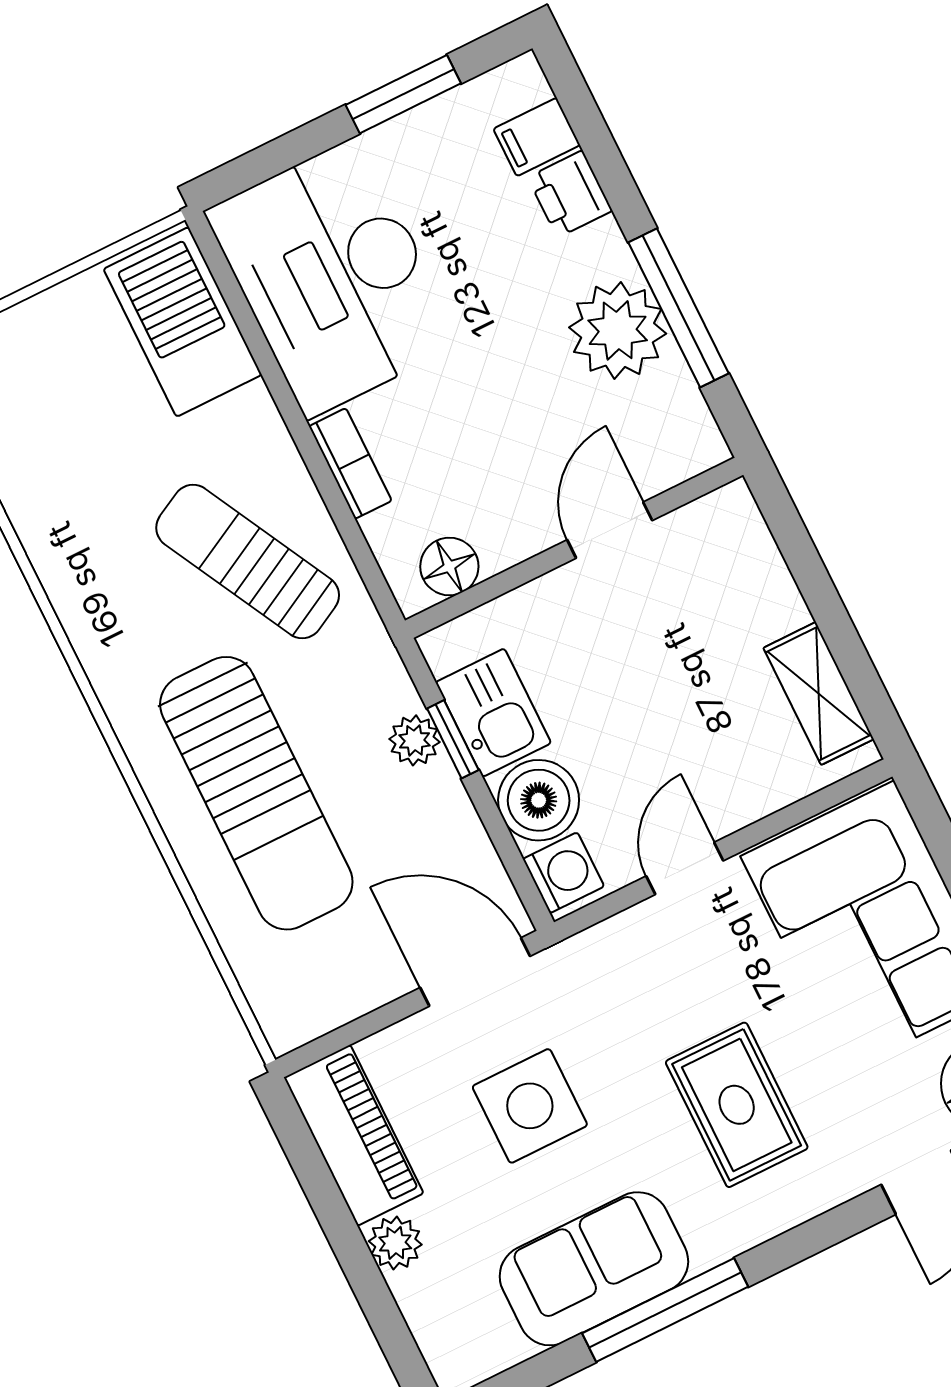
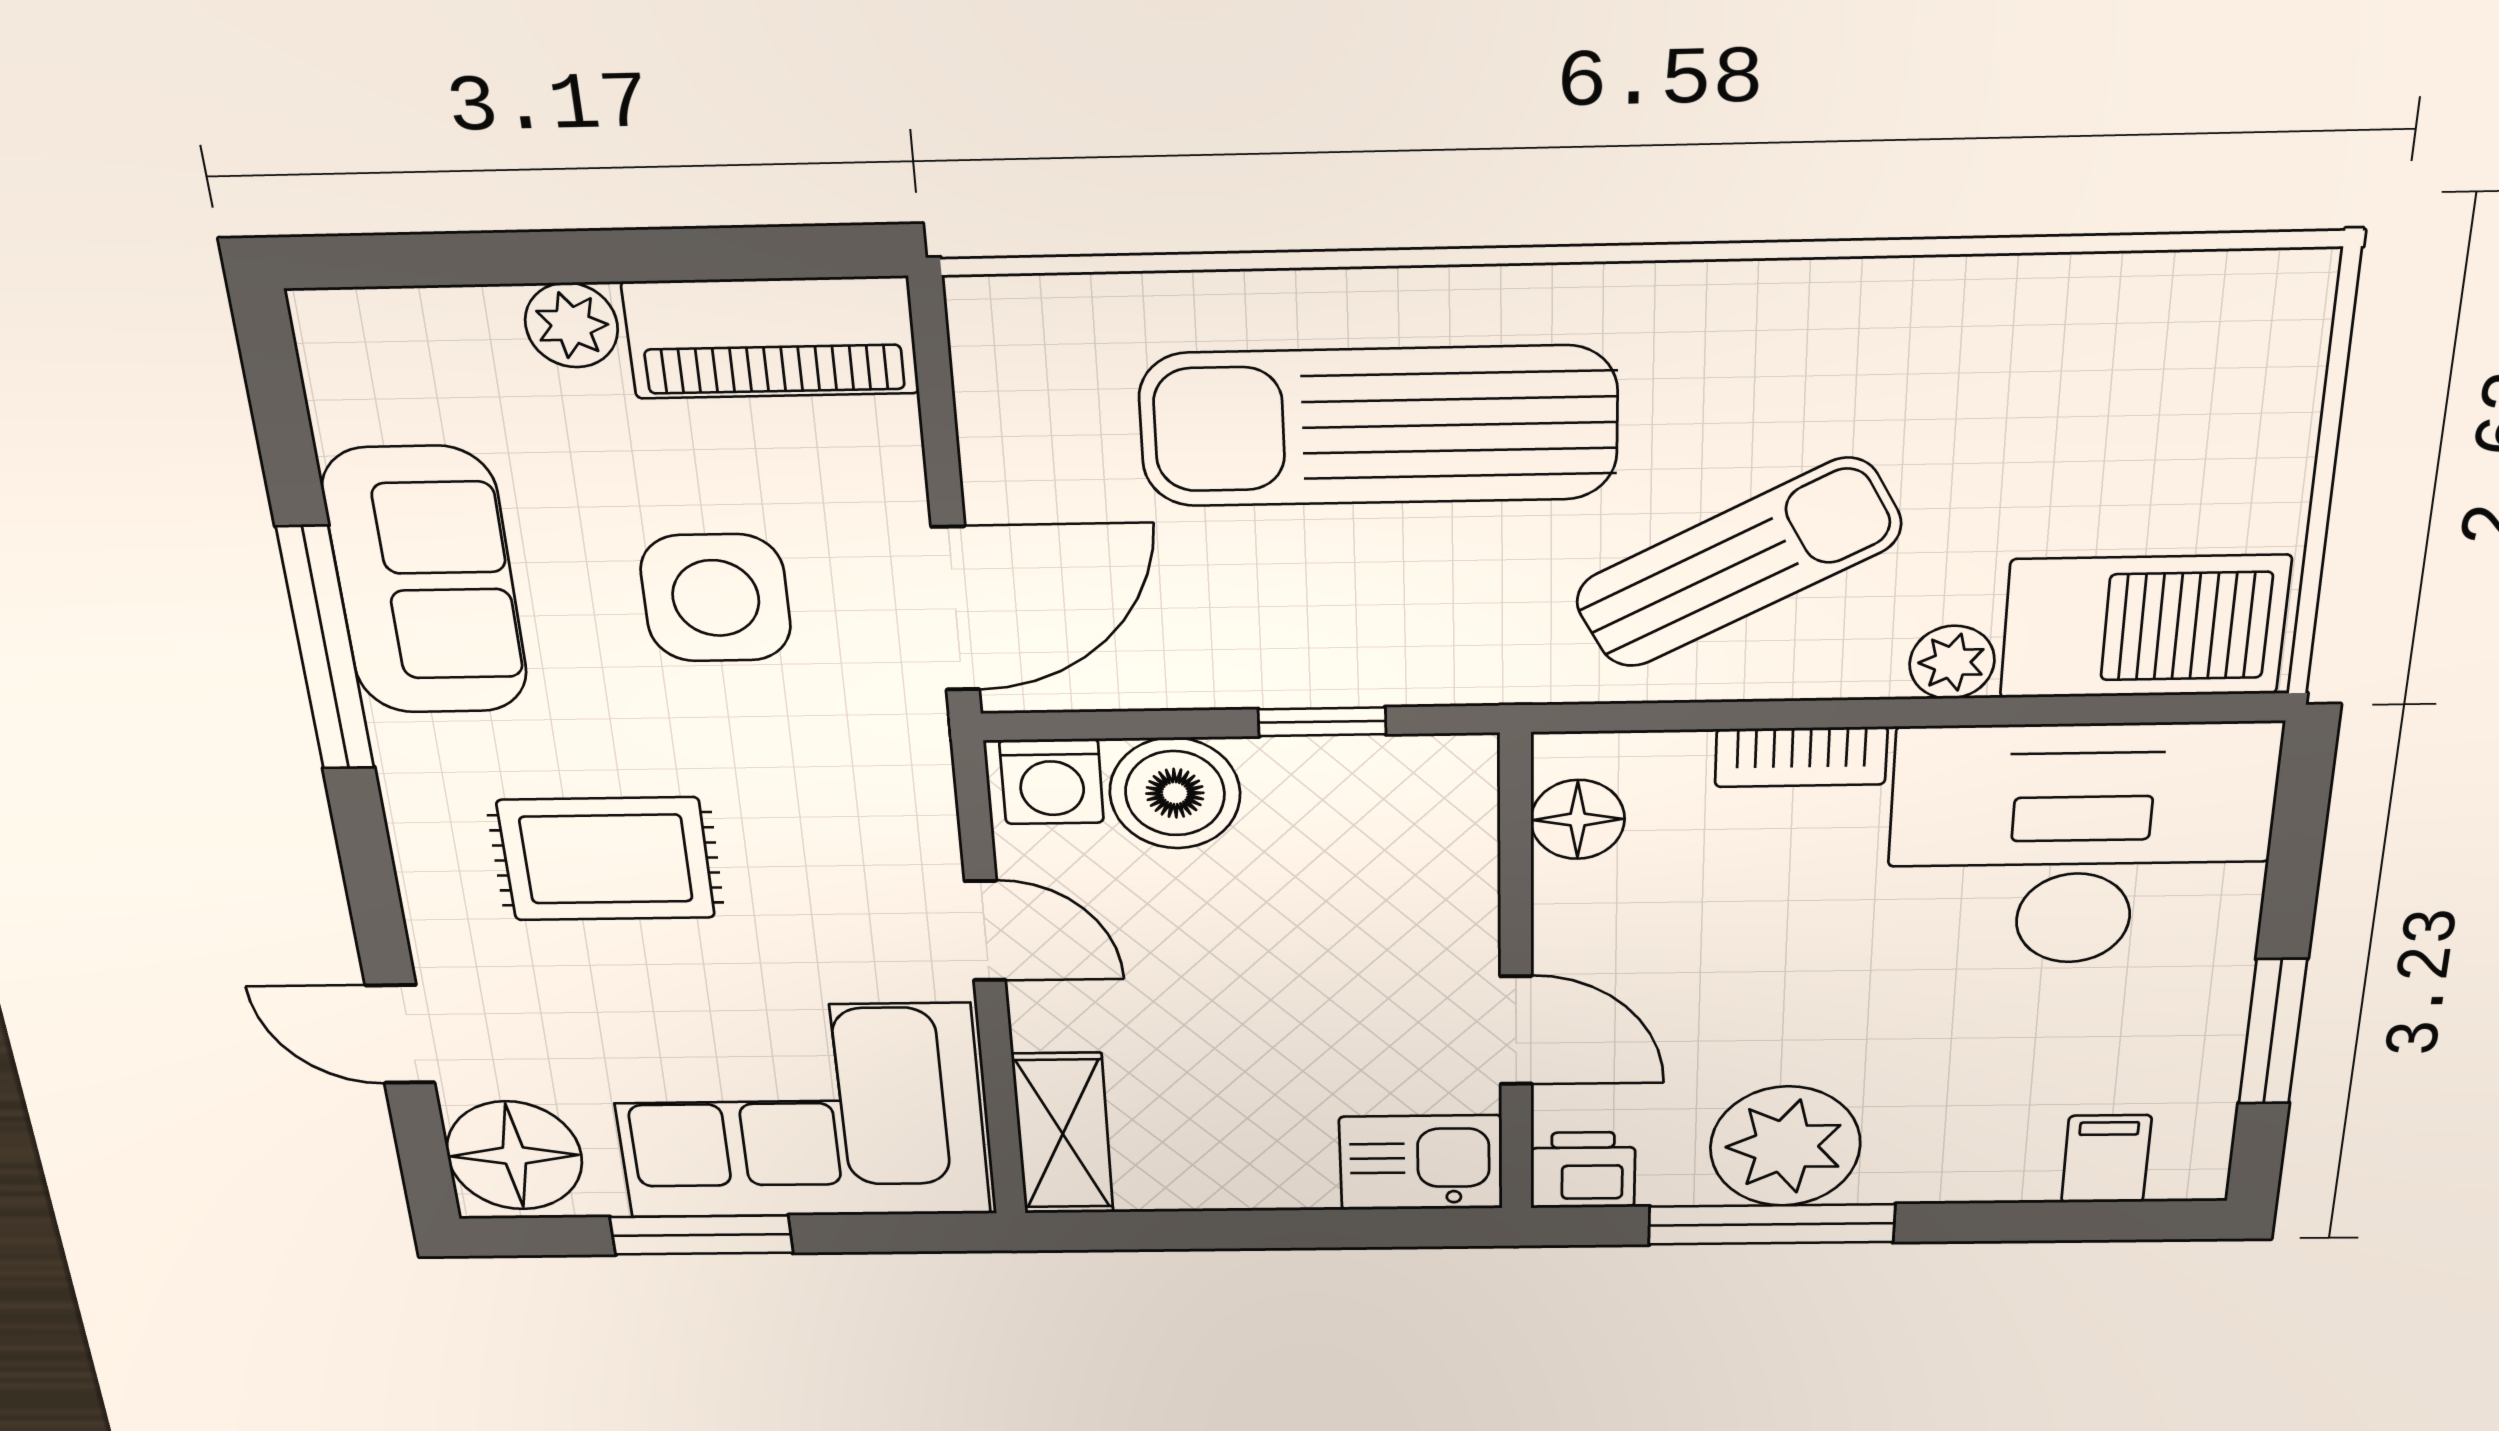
printer: (570, 194) -> (1583, 1170), moved
shelving: (819, 693) -> (1063, 1134), moved, turned 90
kitchen sink: (493, 713) -> (1421, 1163), moved, turned 180
plant: (414, 740) -> (1952, 662), moved

